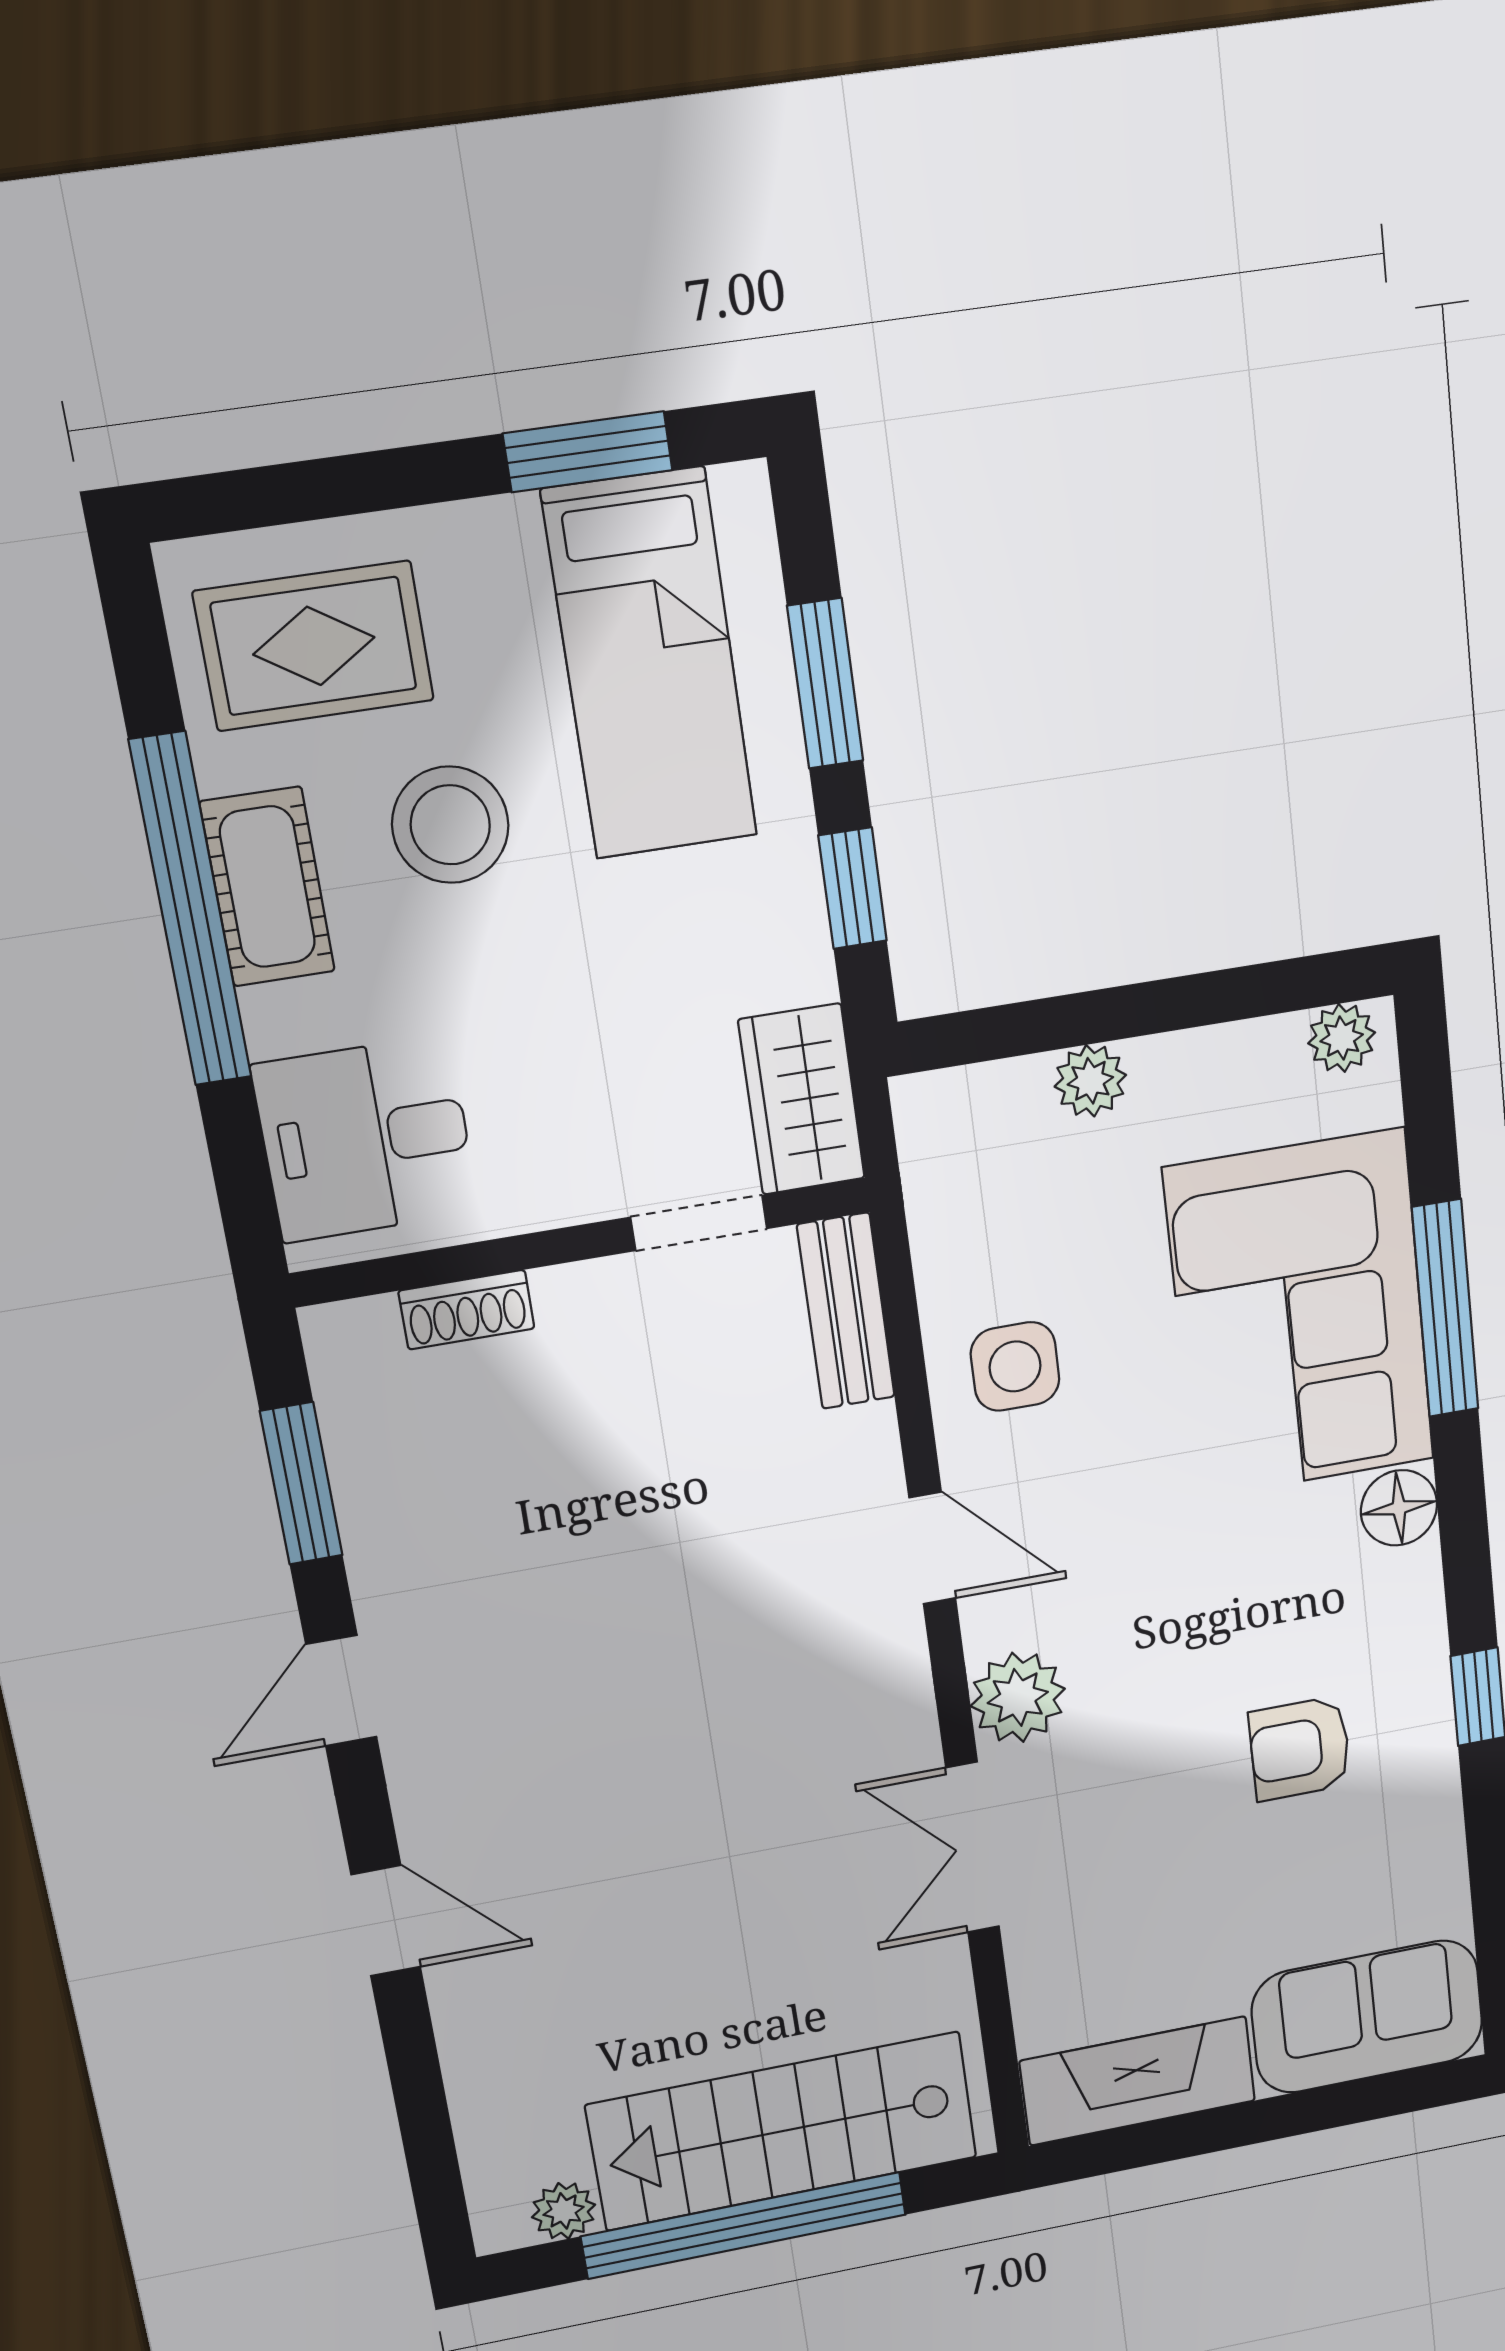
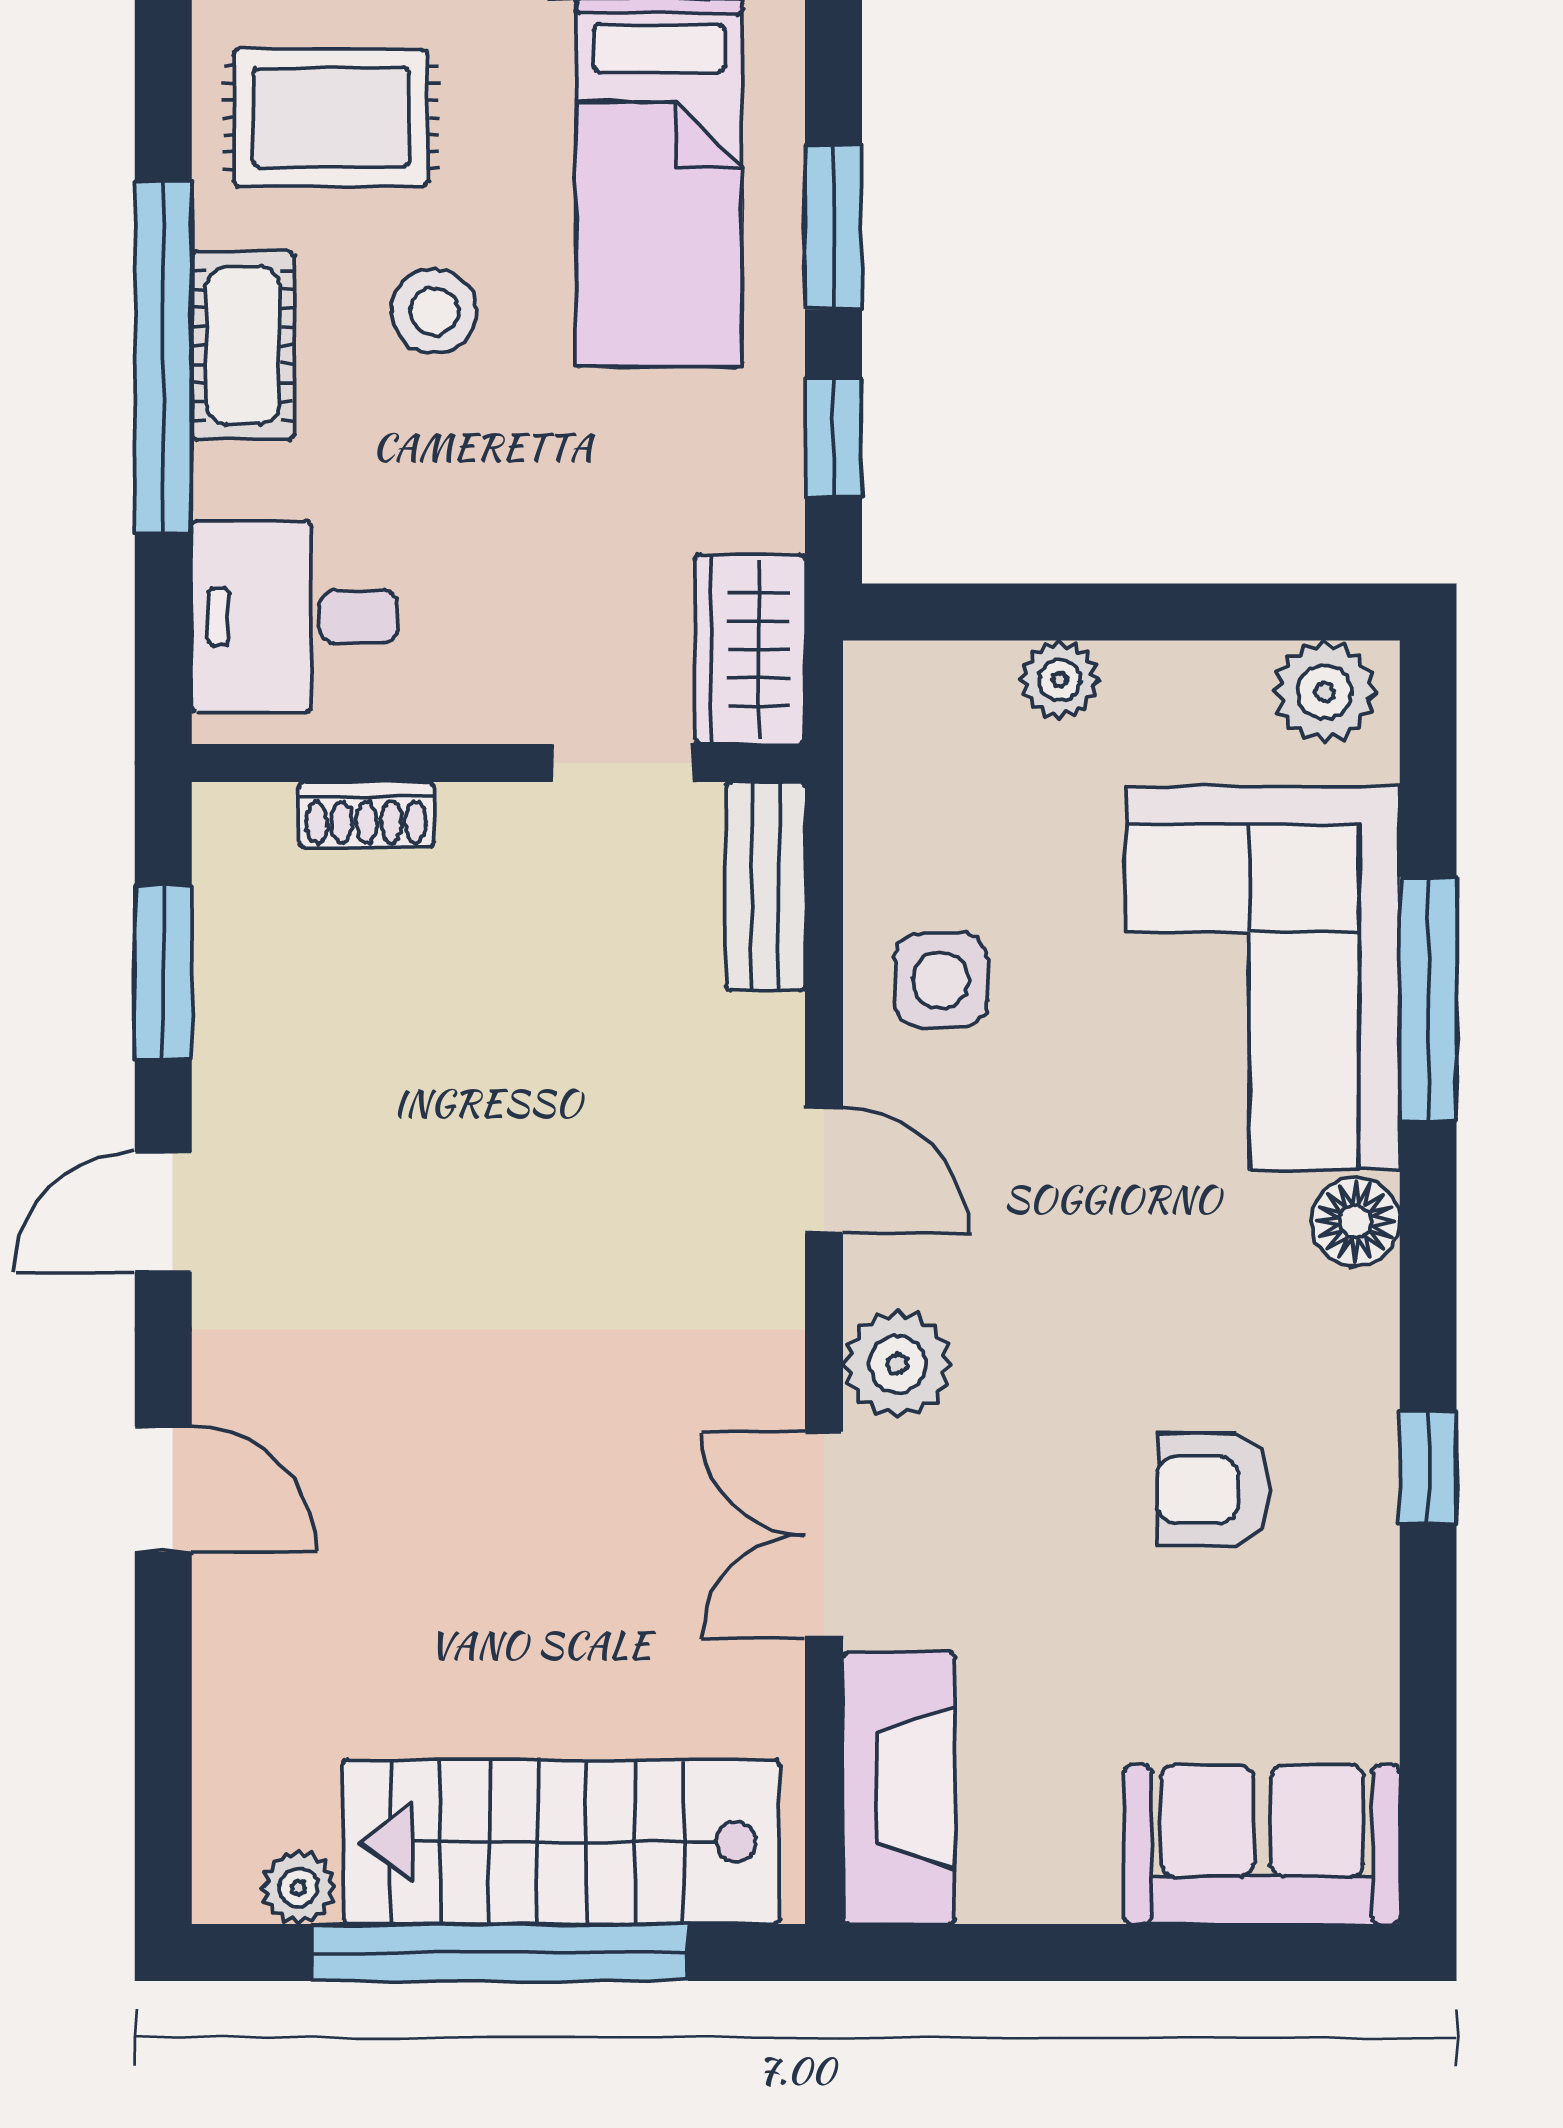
stool: (450, 825) -> (434, 311), width x0.73, depth x0.73
plant: (1342, 1038) -> (1325, 692), width x1.38, depth x1.38
fireplace: (1138, 2081) -> (899, 1788), moved, turned 90

